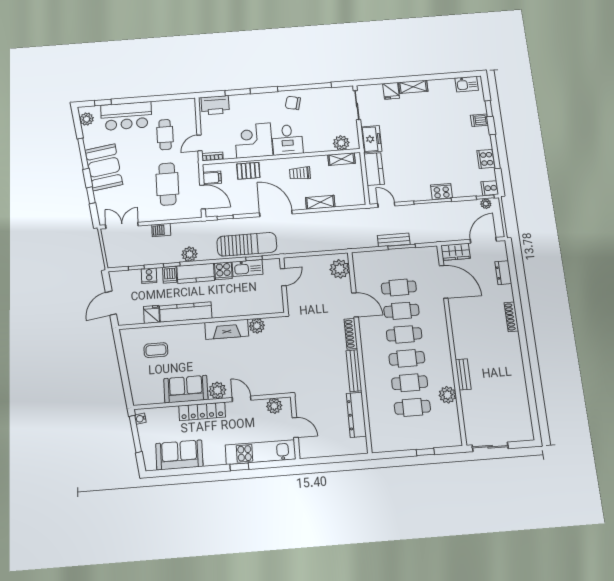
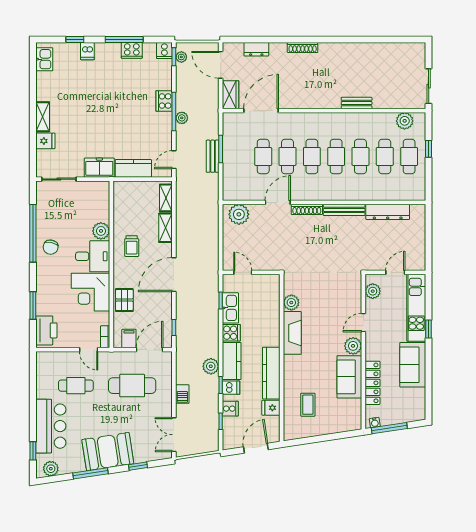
plant: (341, 143) -> (101, 231), moved
shelving: (341, 159) -> (166, 198), moved
plant: (427, 209) -> (182, 118), added
sun lounger: (247, 244) -> (205, 307), removed
door: (111, 303) -> (256, 448), swing flipped
plant: (447, 395) -> (405, 121), moved
locker: (202, 411) -> (373, 383), moved
cafe table: (415, 432) -> (409, 156), added
sofa: (179, 455) -> (413, 365), moved

